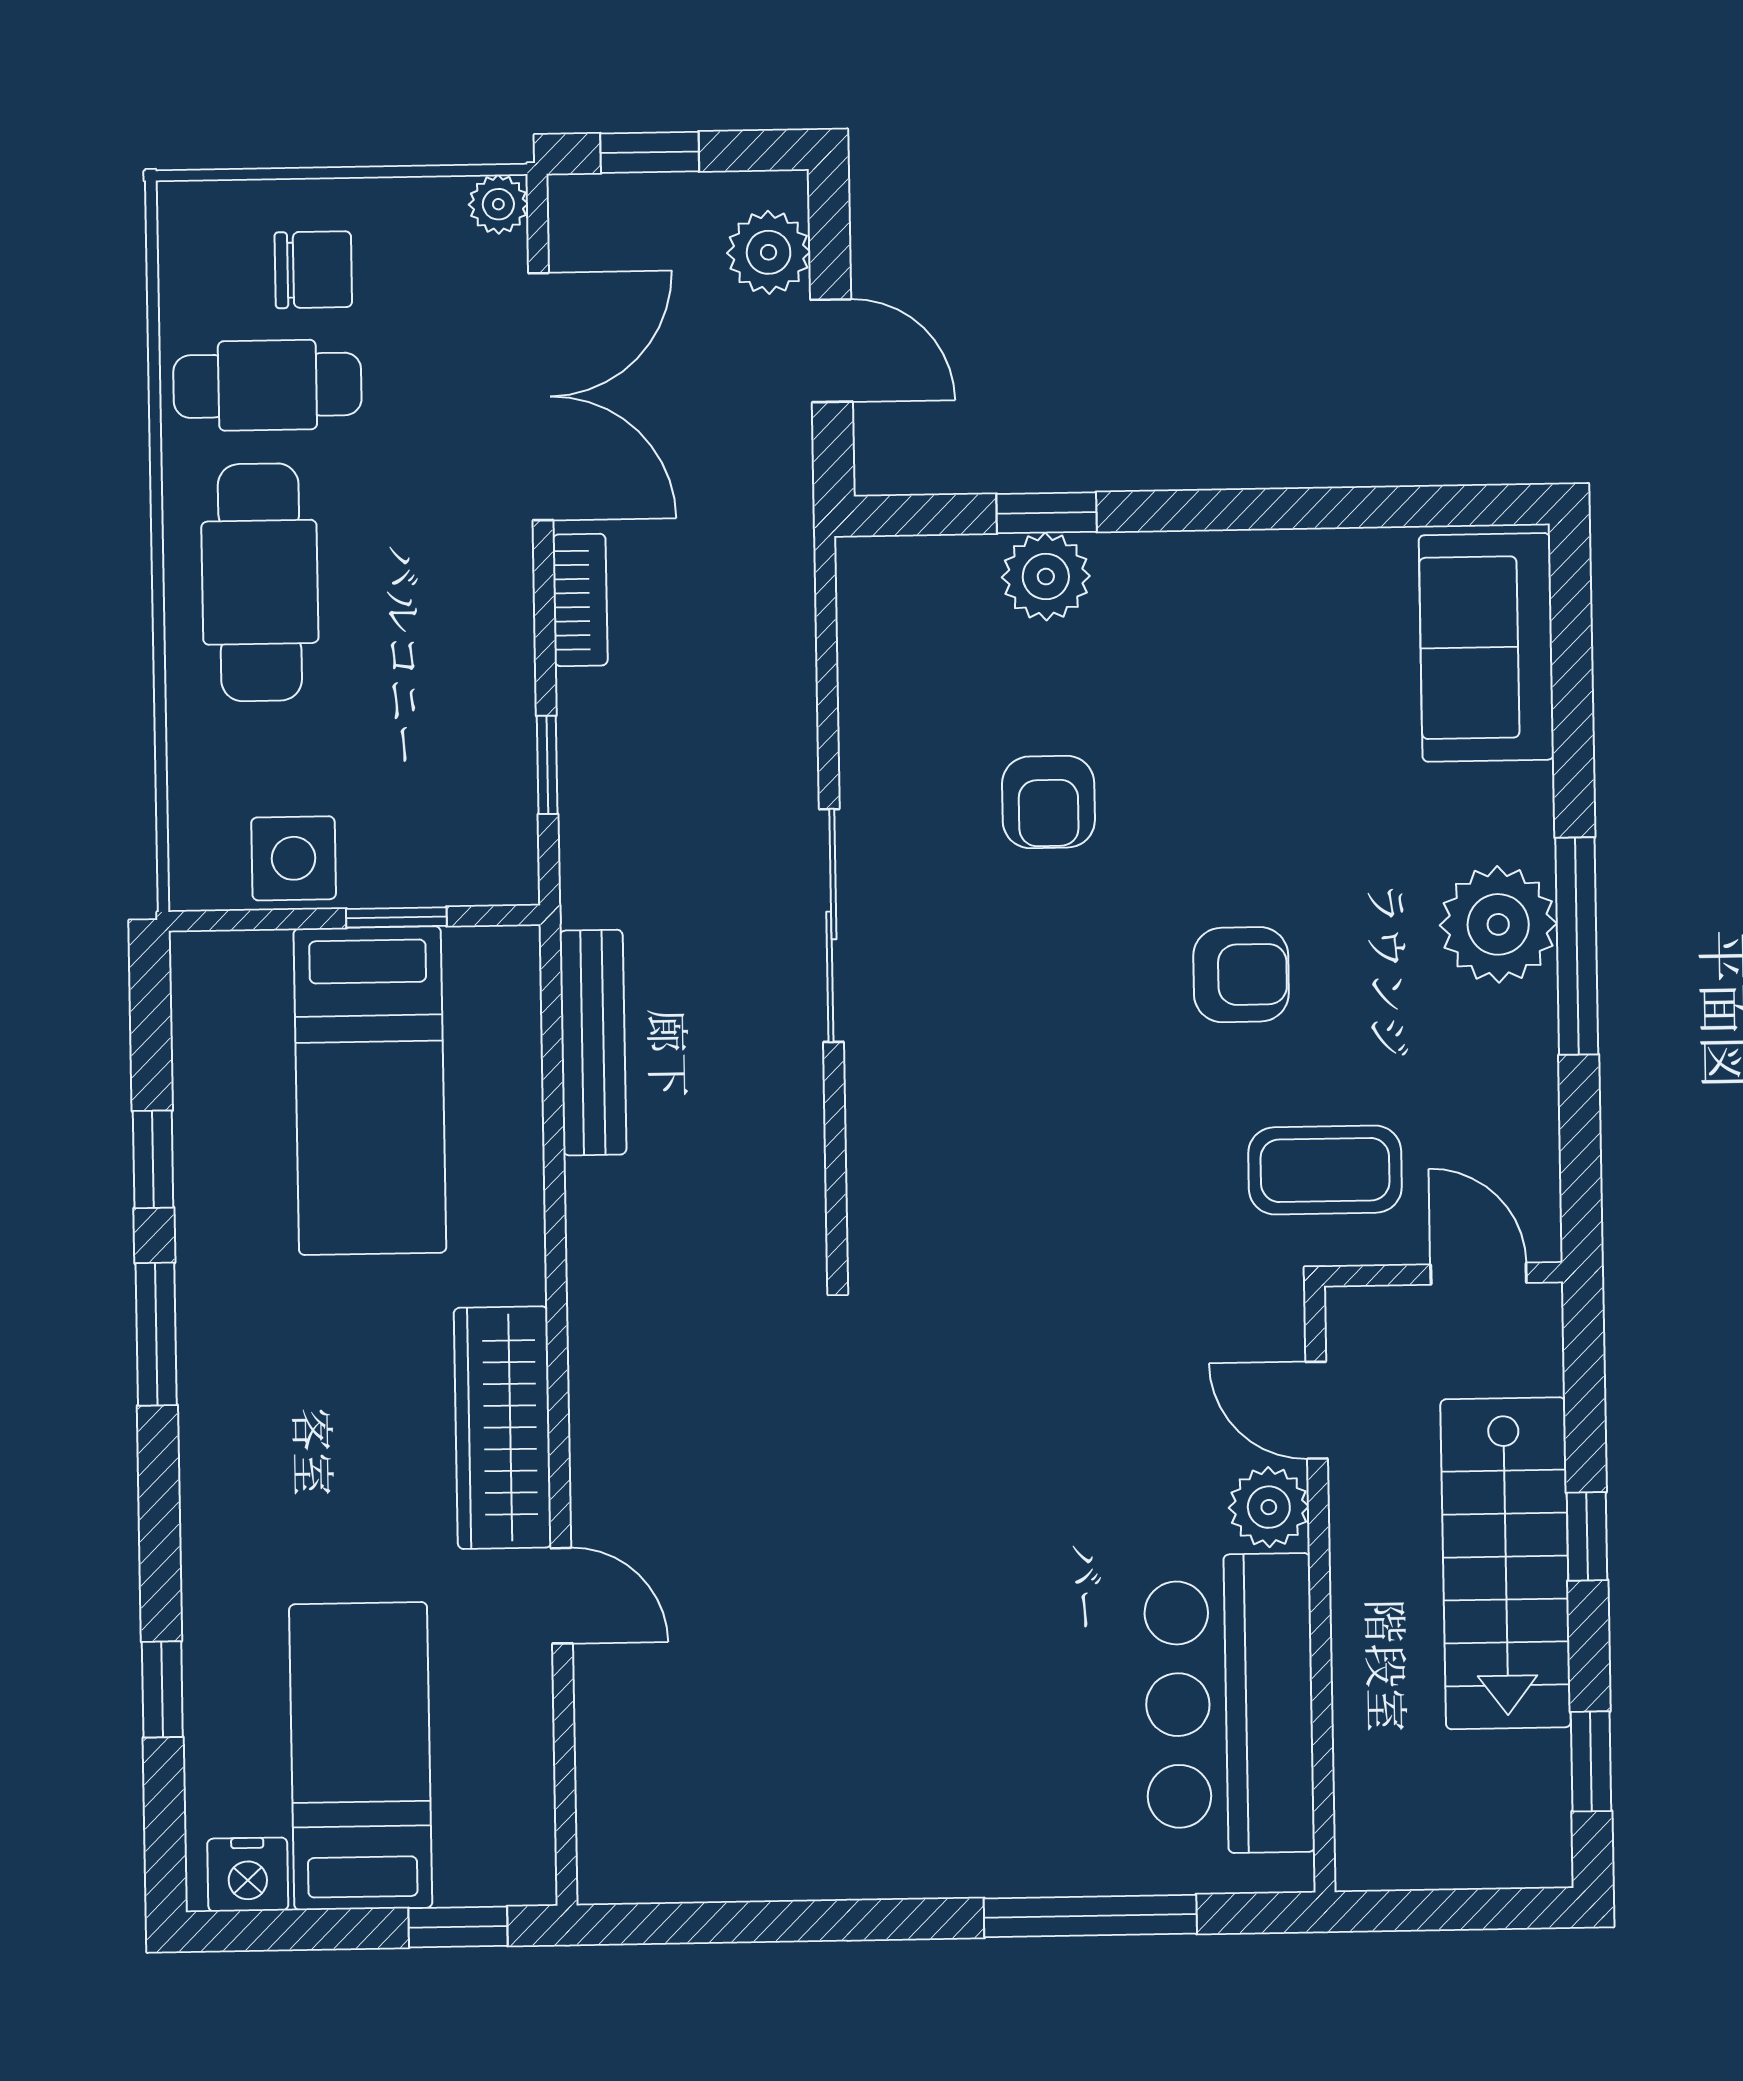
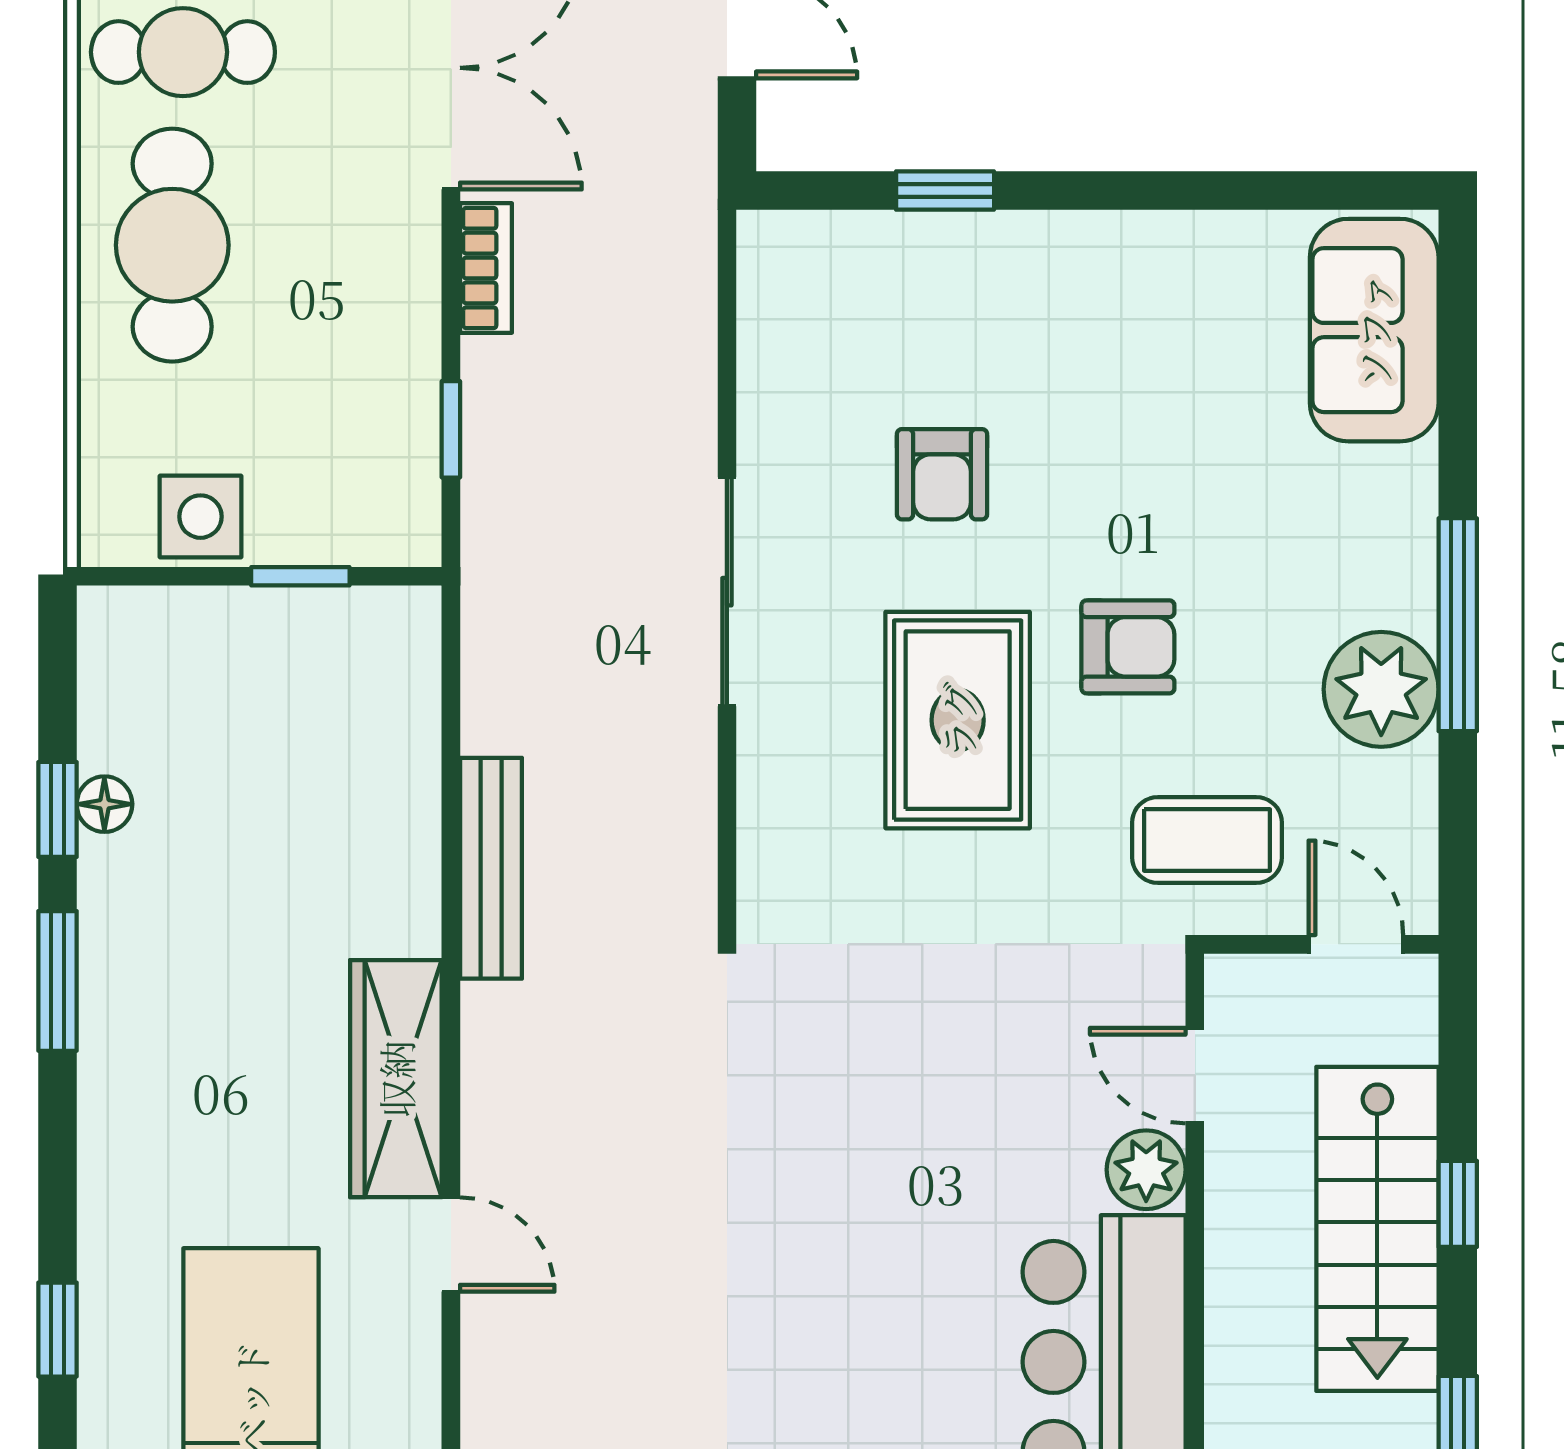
plant: (1046, 577) -> (943, 253), removed
plant: (1498, 924) -> (1381, 689), moved
bench: (593, 1043) -> (491, 868), moved
rug: (1069, 1052) -> (958, 720), added
bed: (370, 1091) -> (271, 746), removed
floor lamp: (201, 1153) -> (104, 804), added

